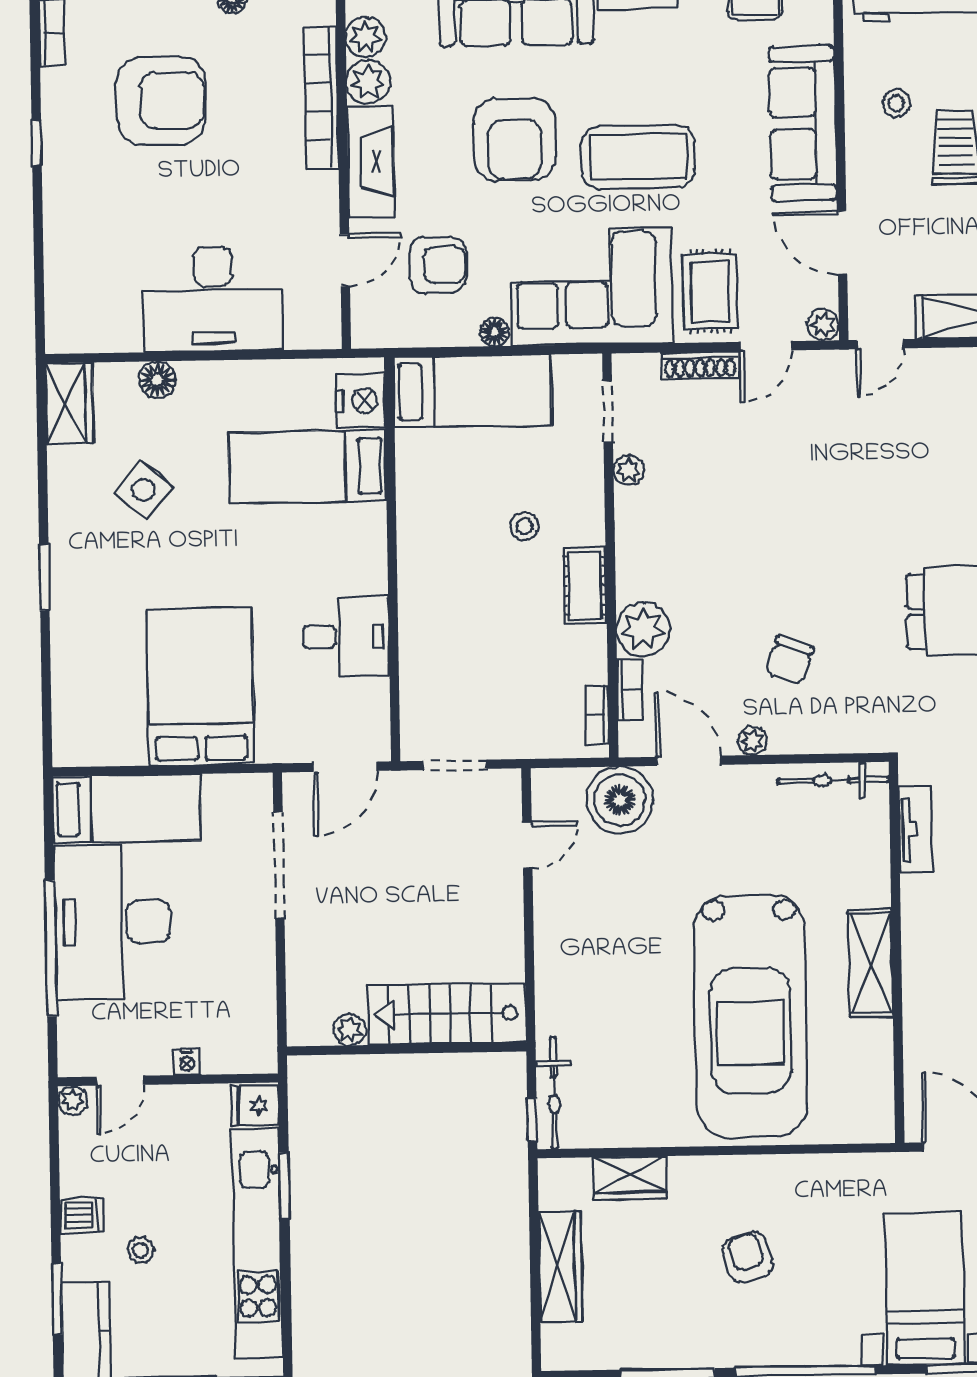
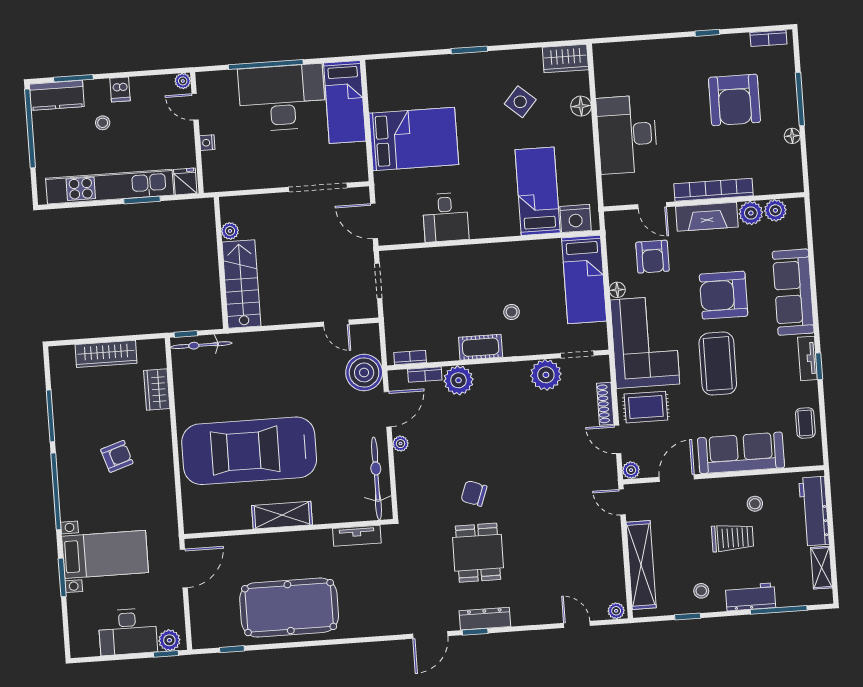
bookcase: (321, 97) -> (713, 190), moved
plant: (629, 470) -> (546, 375), width x1.87, depth x1.87
chair: (790, 660) -> (474, 493), moved
bicycle: (833, 780) -> (376, 478), width x1.37, depth x1.40

